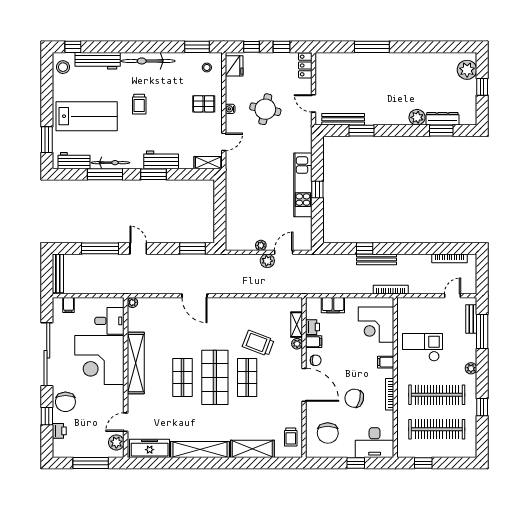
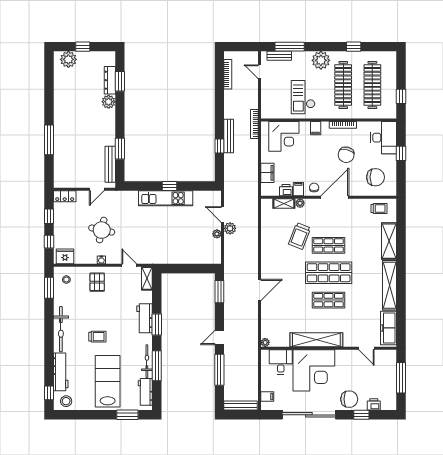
plant: (471, 368) -> (321, 60), width x1.87, depth x1.87
plant: (116, 442) -> (384, 356), removed

